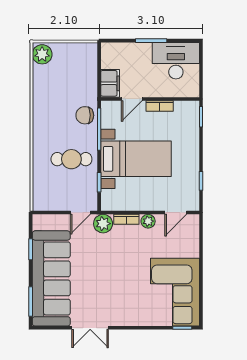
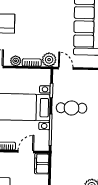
chair: (85, 115) -> (61, 140), removed
door: (80, 213) -> (66, 68), hinge flipped

